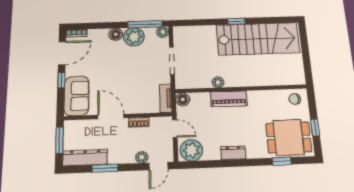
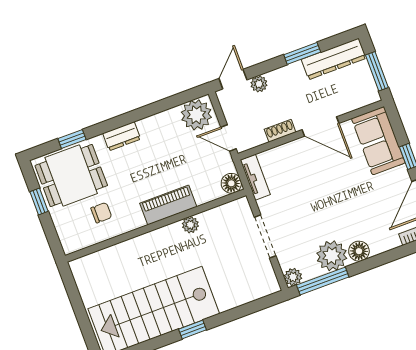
chair: (295, 99) -> (101, 213), moved
dresser: (233, 153) -> (122, 136), moved

